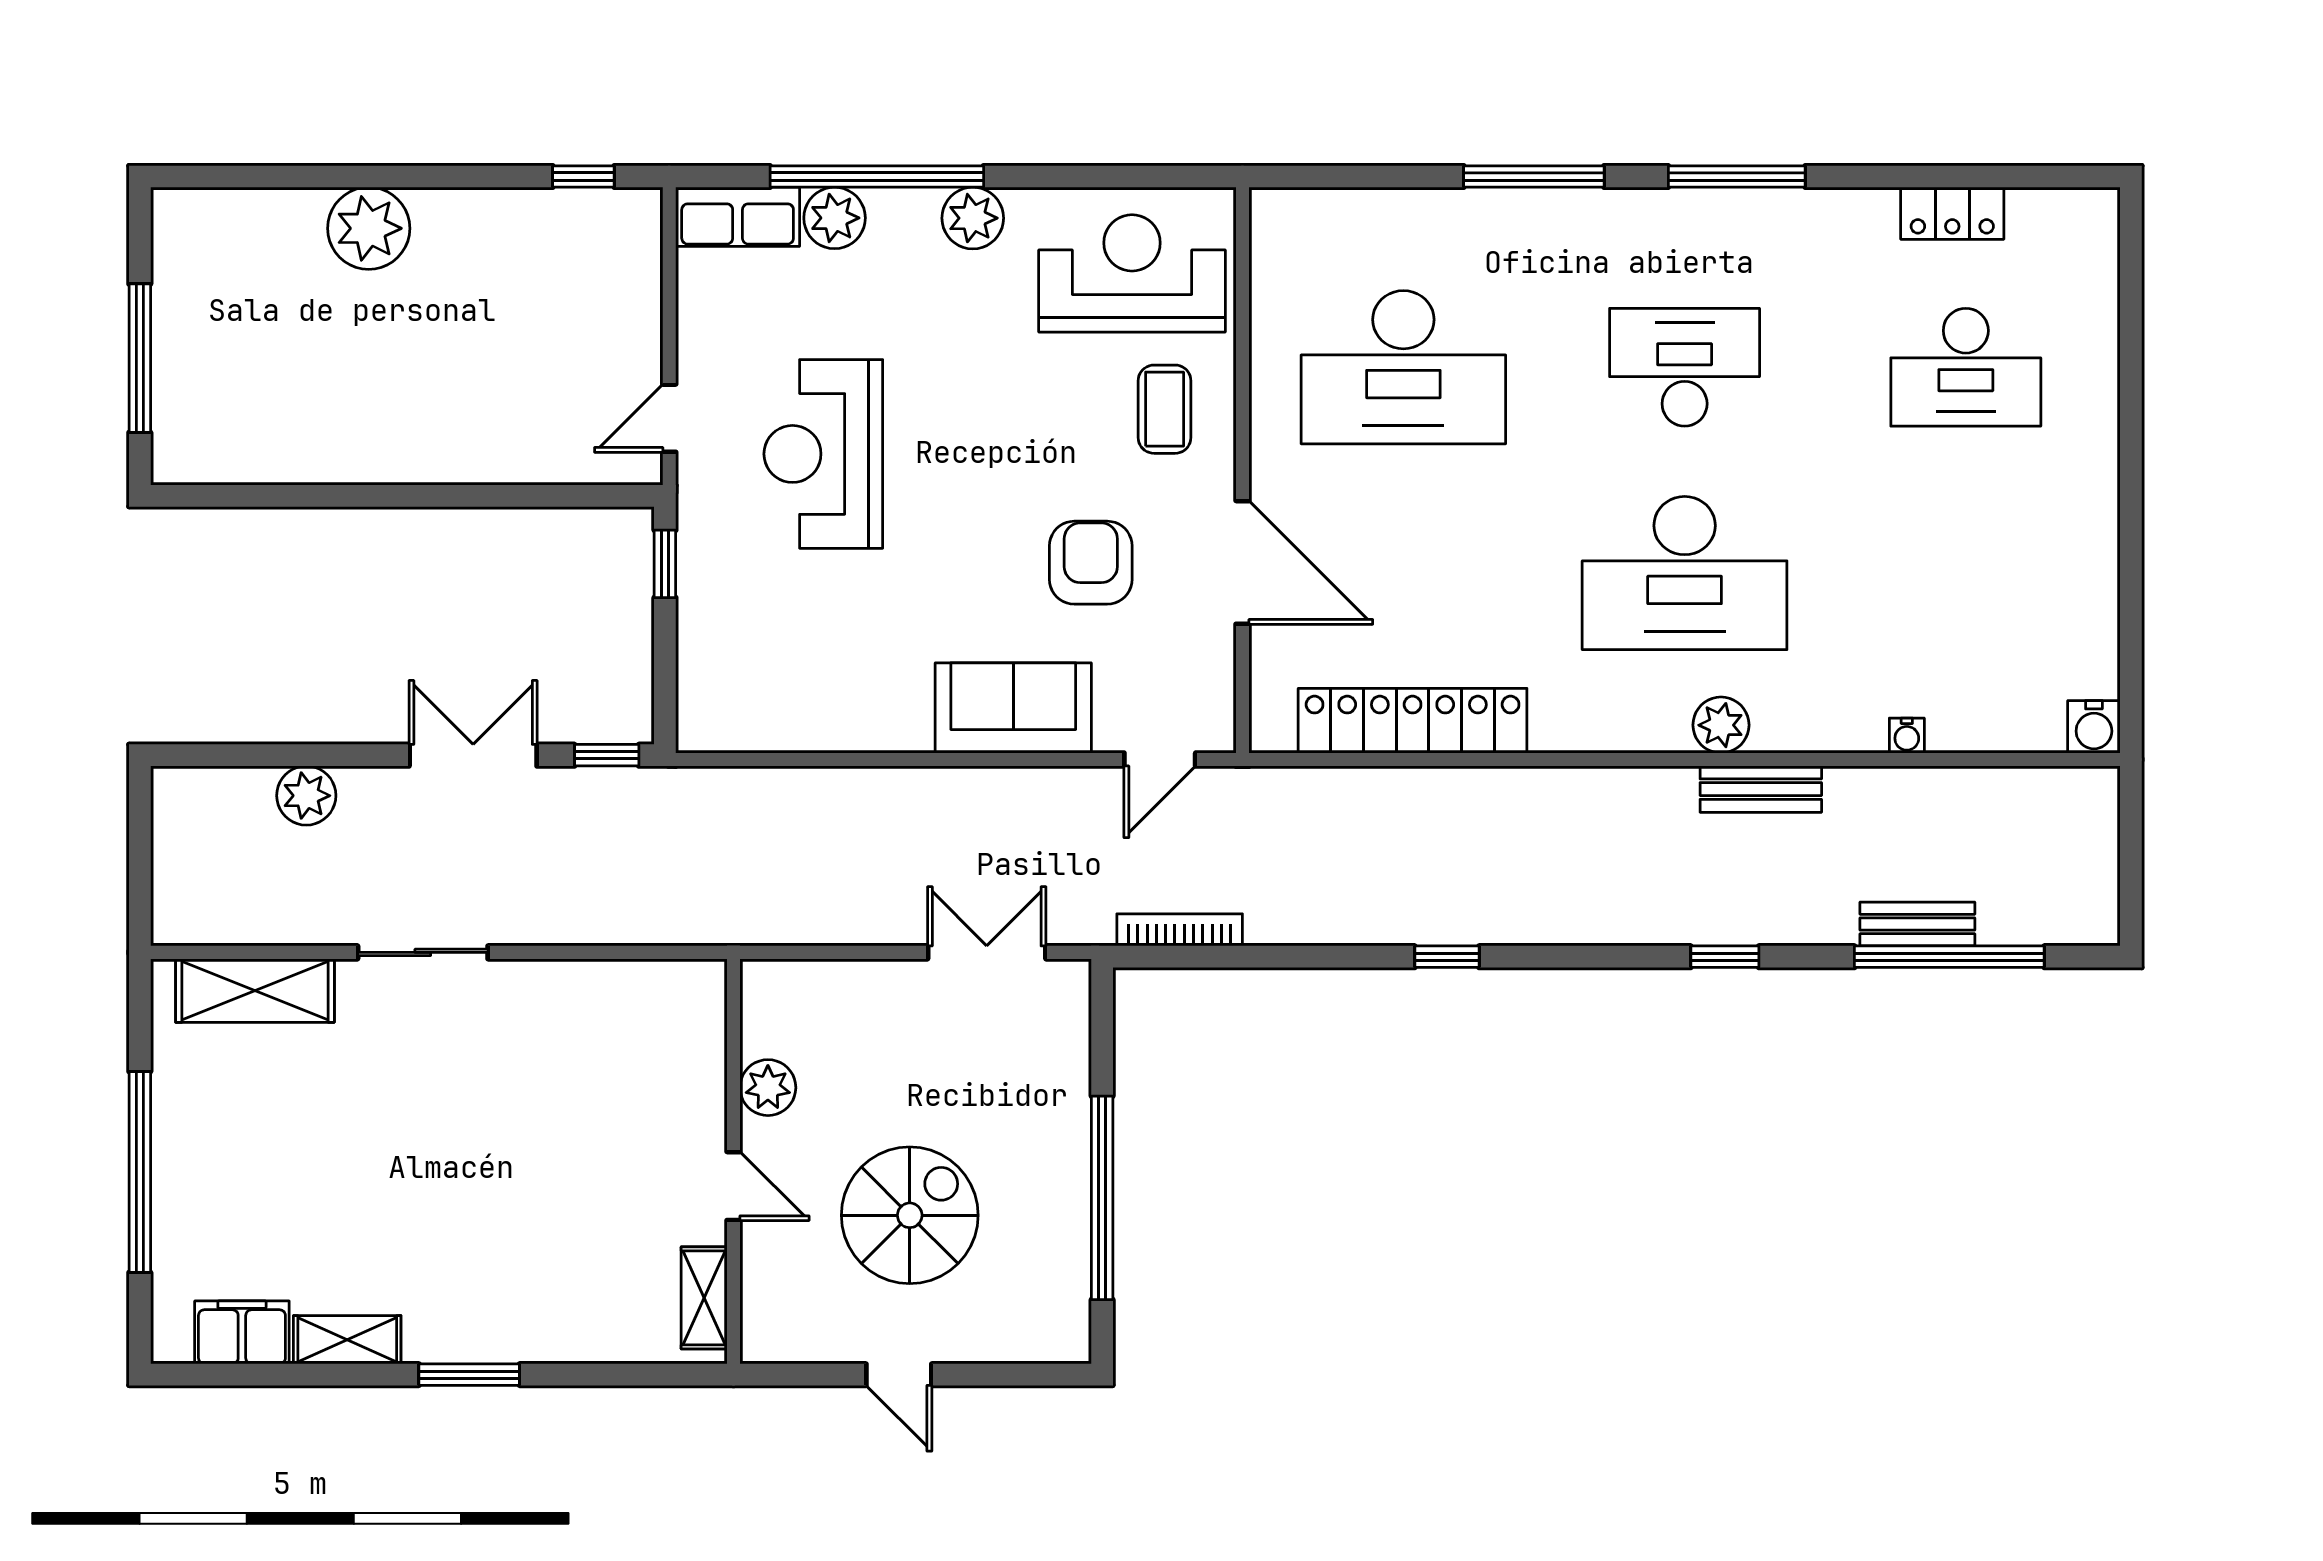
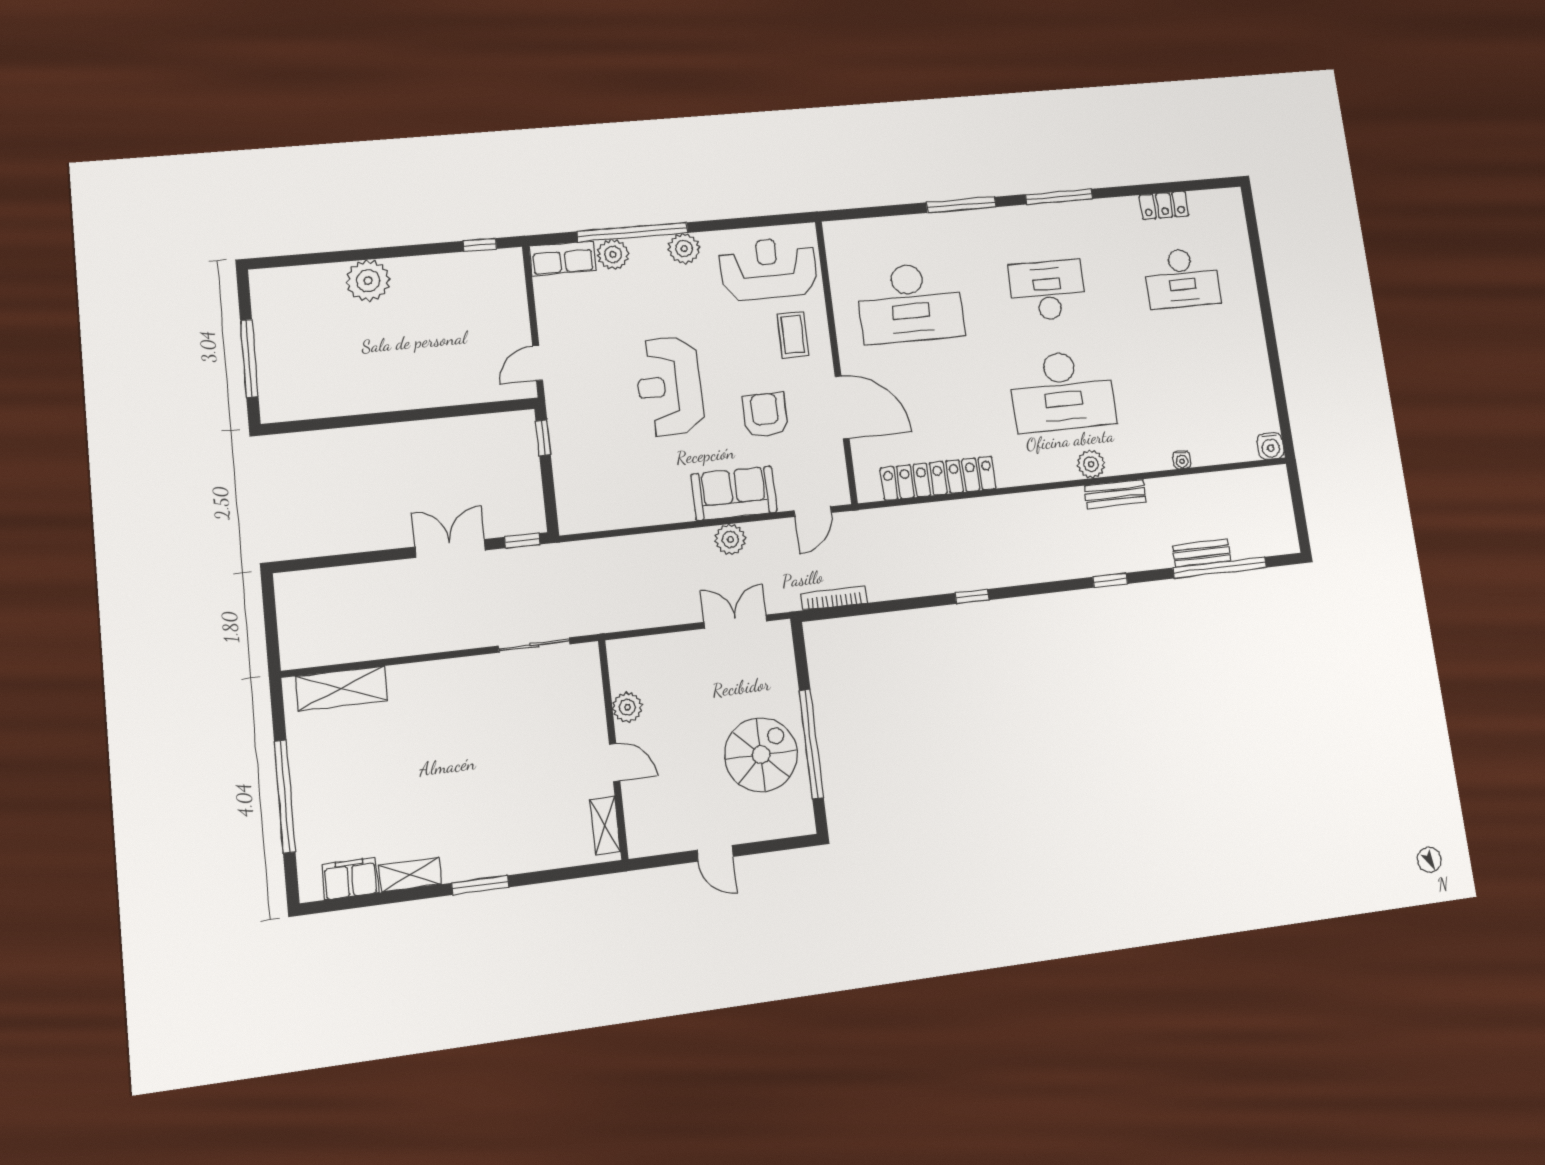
reception desk: (823, 454) -> (669, 386), moved
plant: (306, 796) -> (730, 539), moved
sliding door: (423, 952) -> (534, 645), moved
spiral stairs: (910, 1215) -> (761, 755), moved

